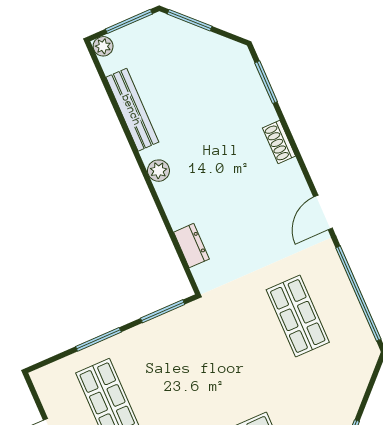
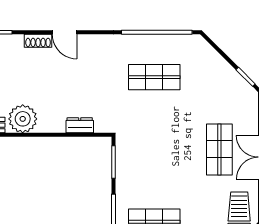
plant: (158, 171) -> (23, 119), width x1.88, depth x1.88
door: (323, 213) -> (65, 32), moved

